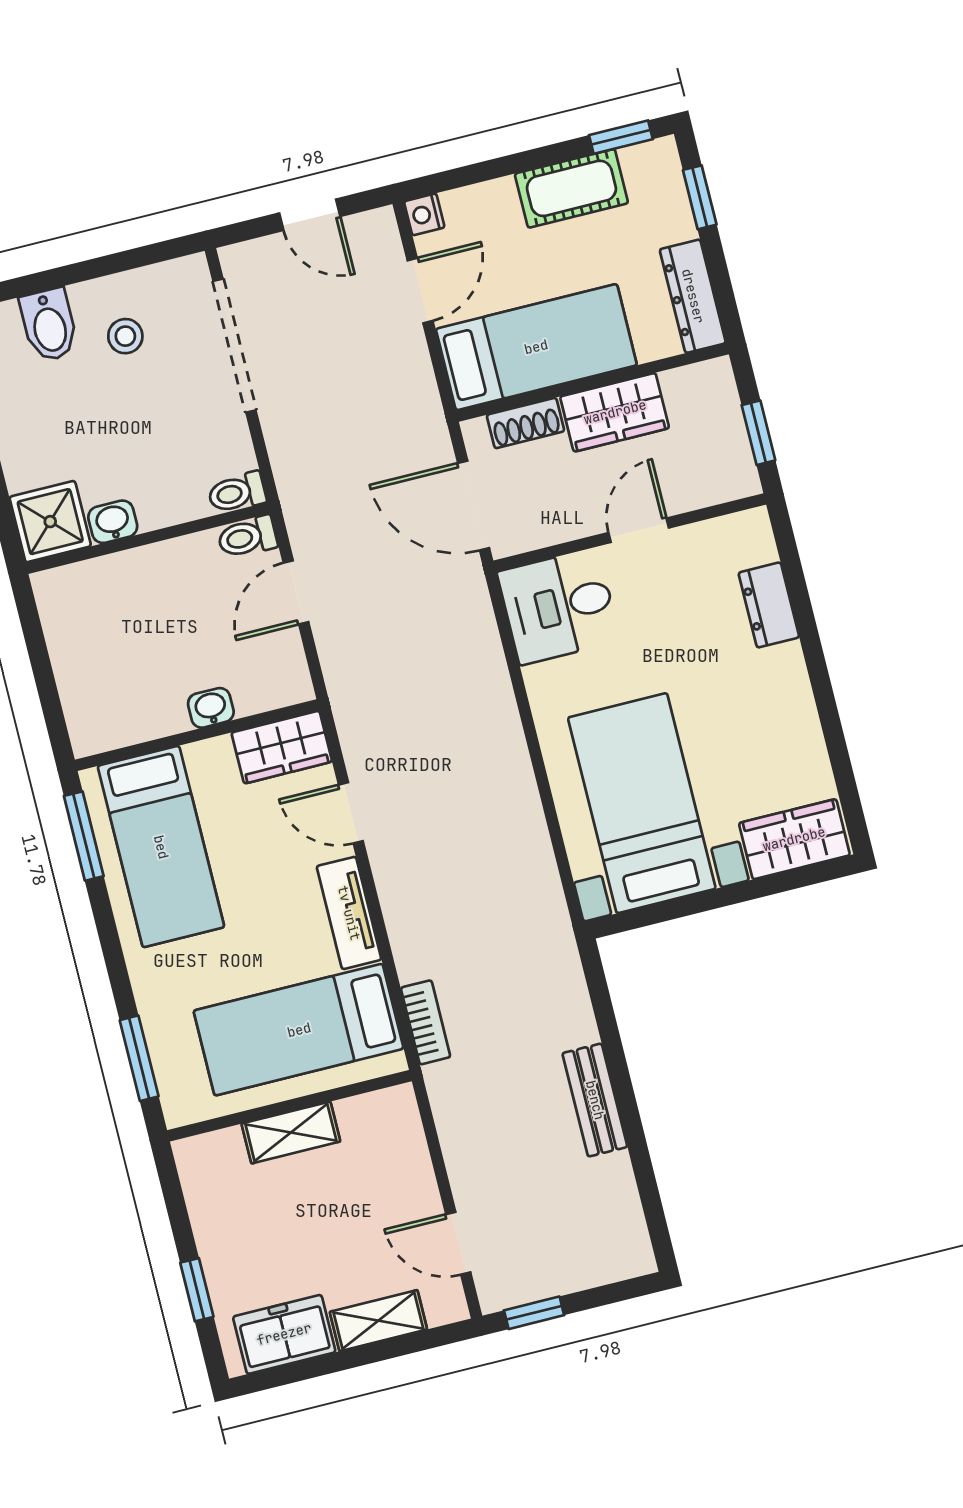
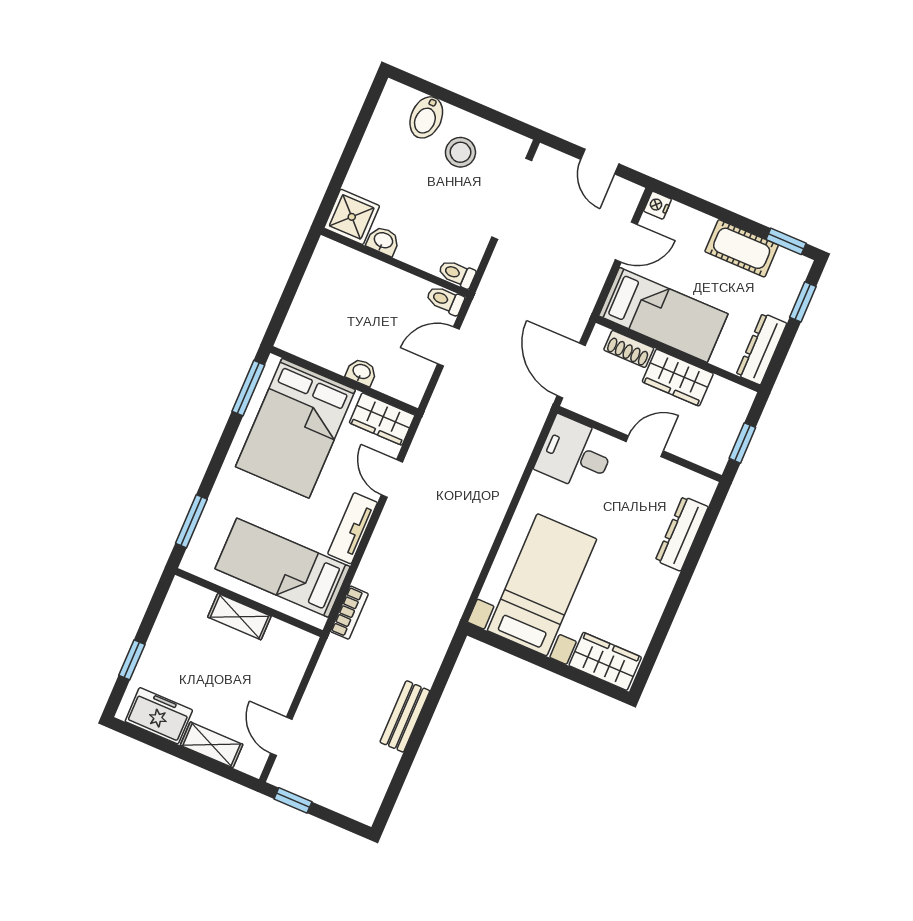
stool: (125, 336) -> (460, 152), width x1.37, depth x1.37
dresser: (769, 605) -> (682, 534), width x1.44
bed: (161, 847) -> (295, 428), width x1.50

